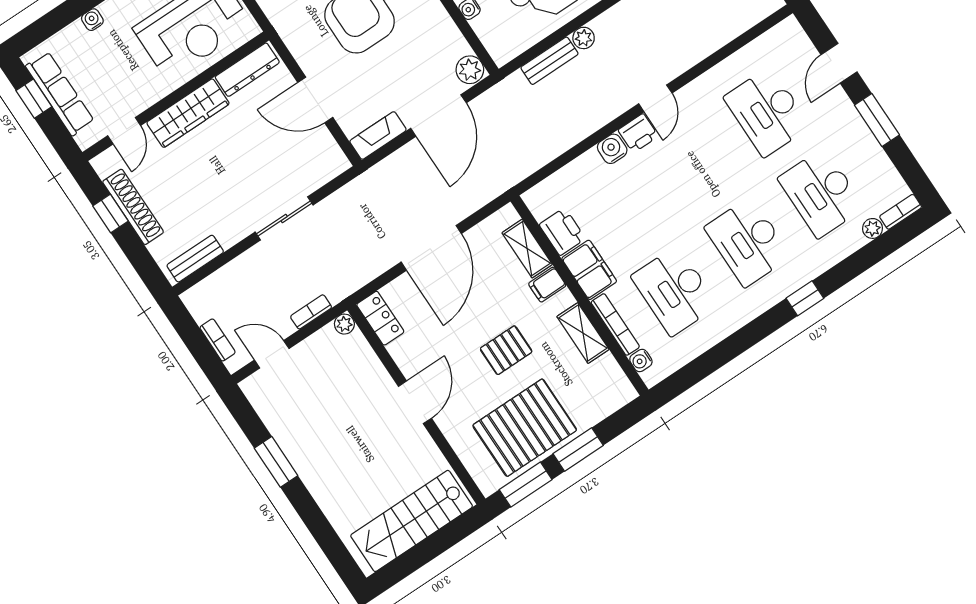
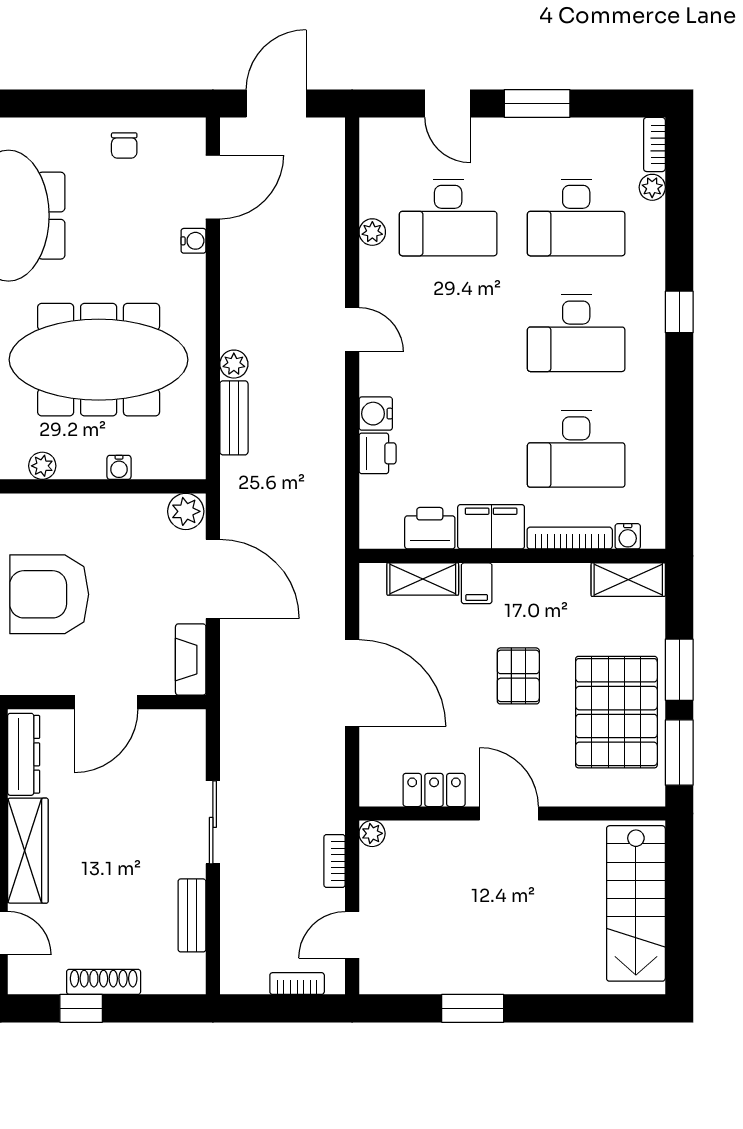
plant: (726, 70) -> (372, 232), added
printer: (638, 133) -> (378, 453), moved
shoe rack: (133, 207) -> (104, 982), width x0.74, depth x0.81
bench: (195, 259) -> (192, 915), moved
locker: (380, 318) -> (434, 790), moved
shelving: (583, 333) -> (628, 580), moved

